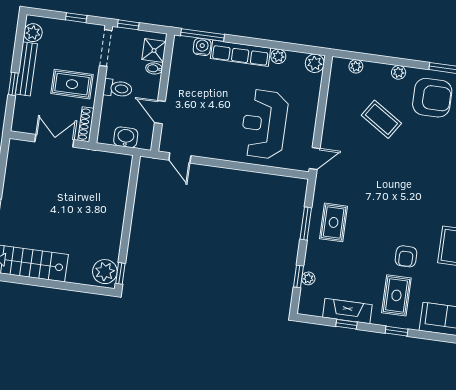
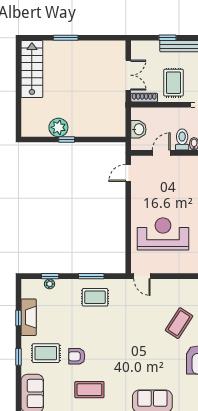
toilet: (118, 88) -> (182, 140), moved, turned 180
plant: (105, 272) -> (58, 127), moved
window: (120, 273) -> (67, 140), moved

